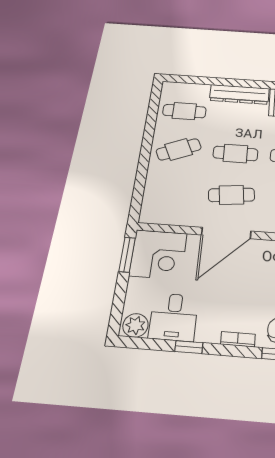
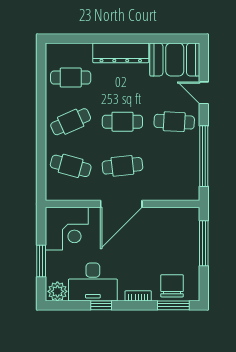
cafe table: (173, 191) -> (71, 166), added
window: (127, 255) -> (41, 261), moved
desk: (174, 317) -> (93, 282), width x1.37

